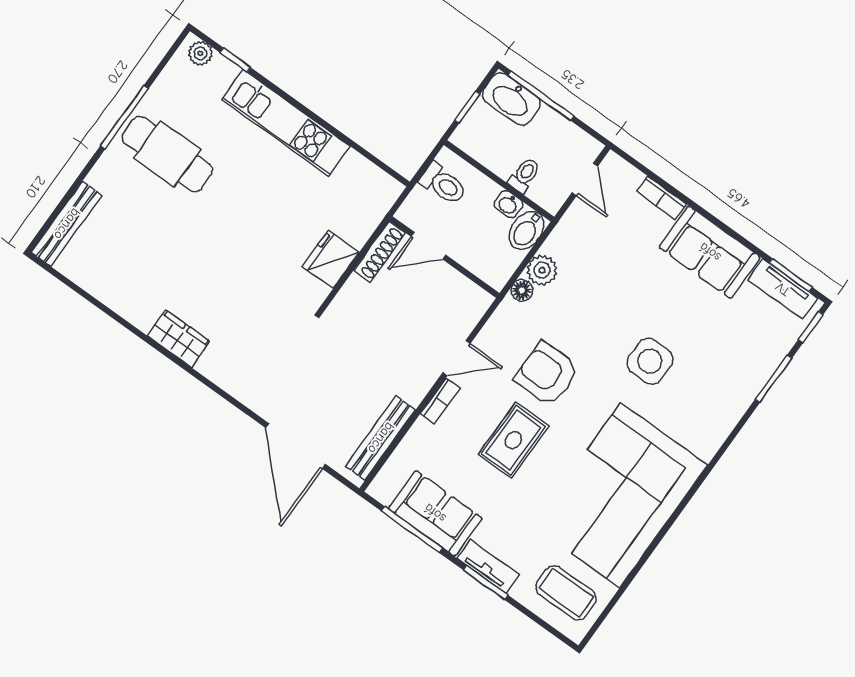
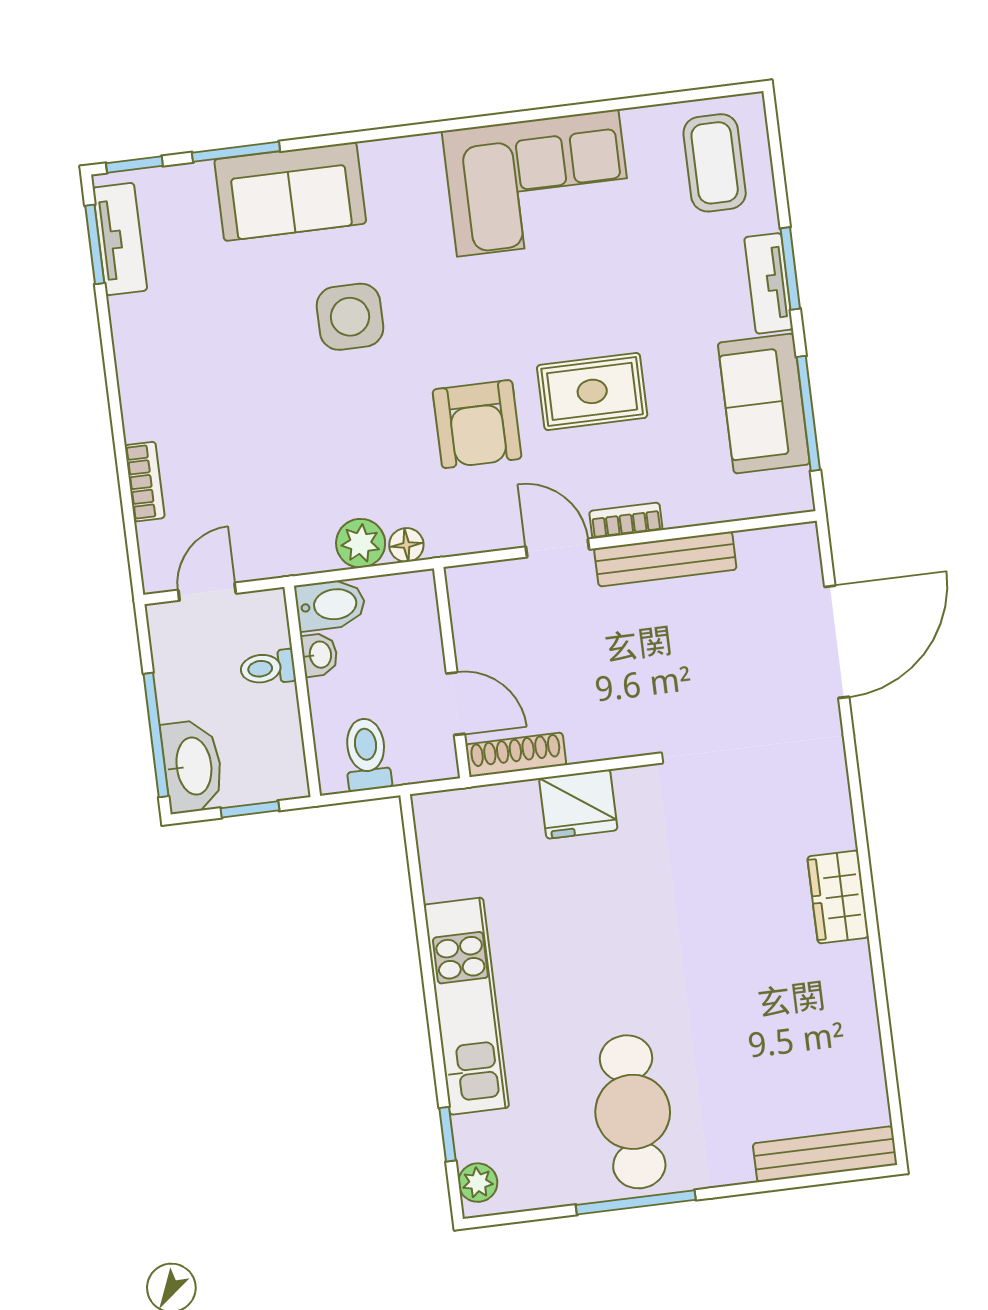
sofa: (710, 252) -> (290, 191), moved, turned 90
bench: (381, 438) -> (665, 559), moved
corner sofa: (620, 495) -> (538, 183), width x0.73, depth x0.74

